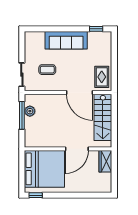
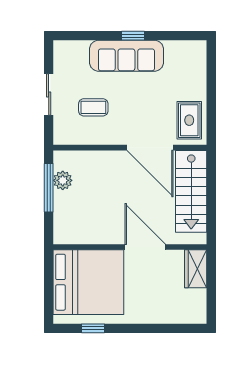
window: (96, 29) -> (133, 36), moved
sliding door: (22, 75) -> (49, 95), moved
door: (77, 149) -> (145, 247), swing flipped
window: (36, 195) -> (93, 328), moved

